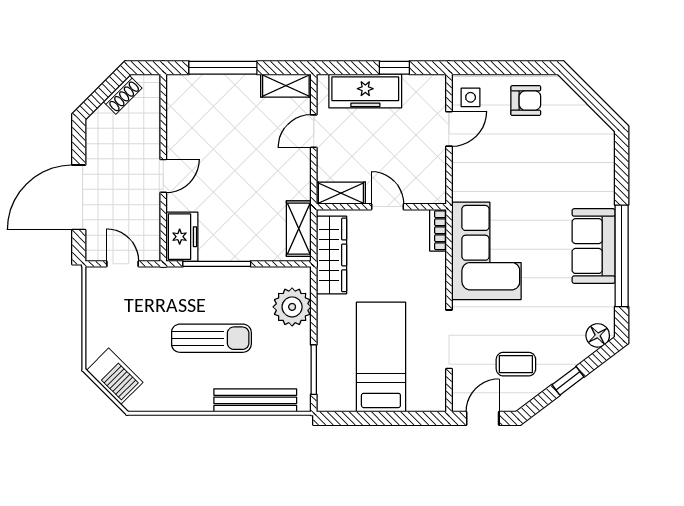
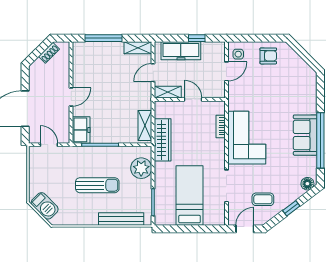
shelving: (341, 193) -> (168, 92), moved
wall: (381, 207) -> (190, 100), moved
door: (387, 207) -> (193, 100), moved

